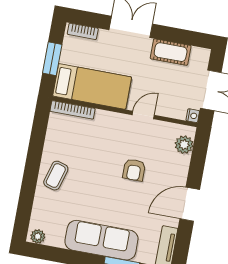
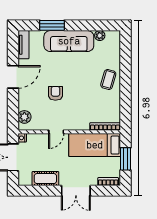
plant: (38, 236) -> (100, 36), moved

